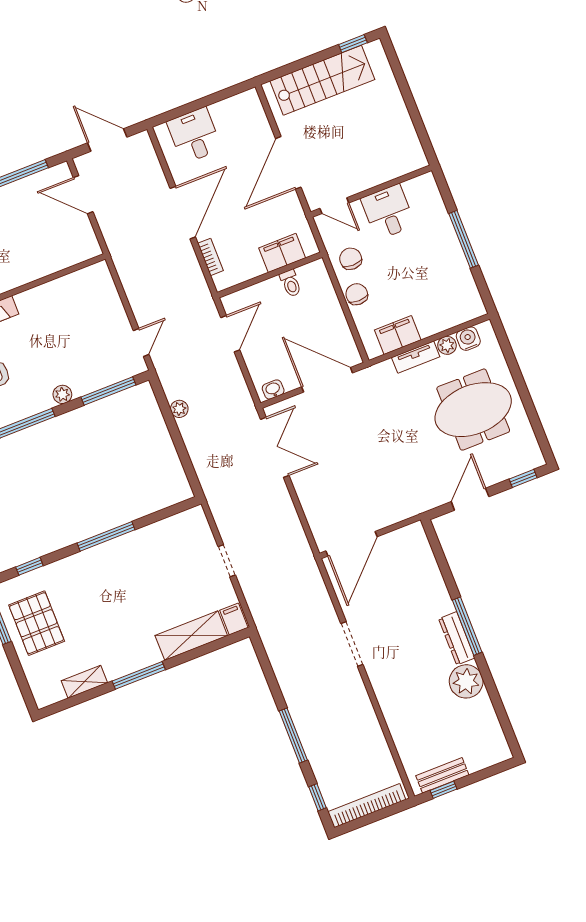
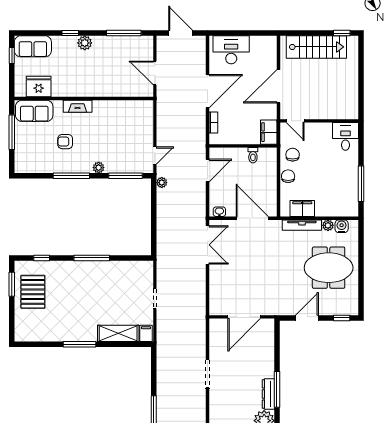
desk: (194, 135) -> (231, 50), width x1.37
door: (83, 195) -> (155, 73), moved
desk: (388, 212) -> (345, 136), moved
window: (464, 239) -> (361, 184), moved
filing cabinet: (282, 253) -> (269, 132), moved, turned -90
tv unit: (416, 357) -> (302, 225), width x1.41
plant: (179, 409) -> (162, 183), moved
door: (351, 544) -> (244, 317), moved
shelving: (84, 682) -> (47, 336), removed

